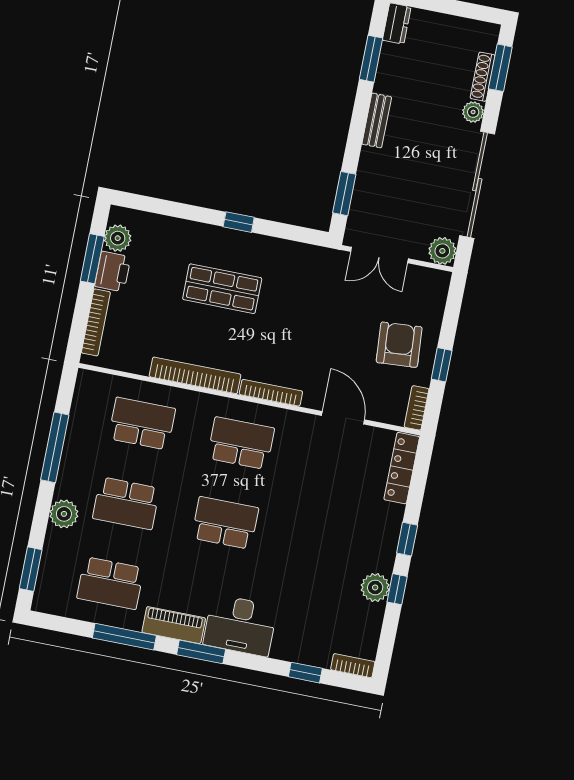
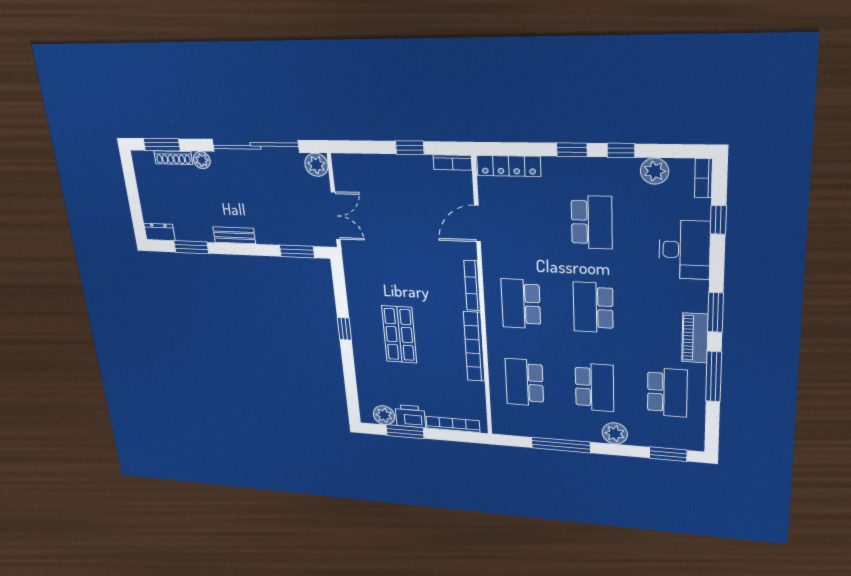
armchair: (399, 345) -> (403, 187), removed
school desk: (324, 543) -> (592, 222), added
plant: (375, 587) -> (655, 171), moved
desk: (240, 625) -> (684, 250), moved

